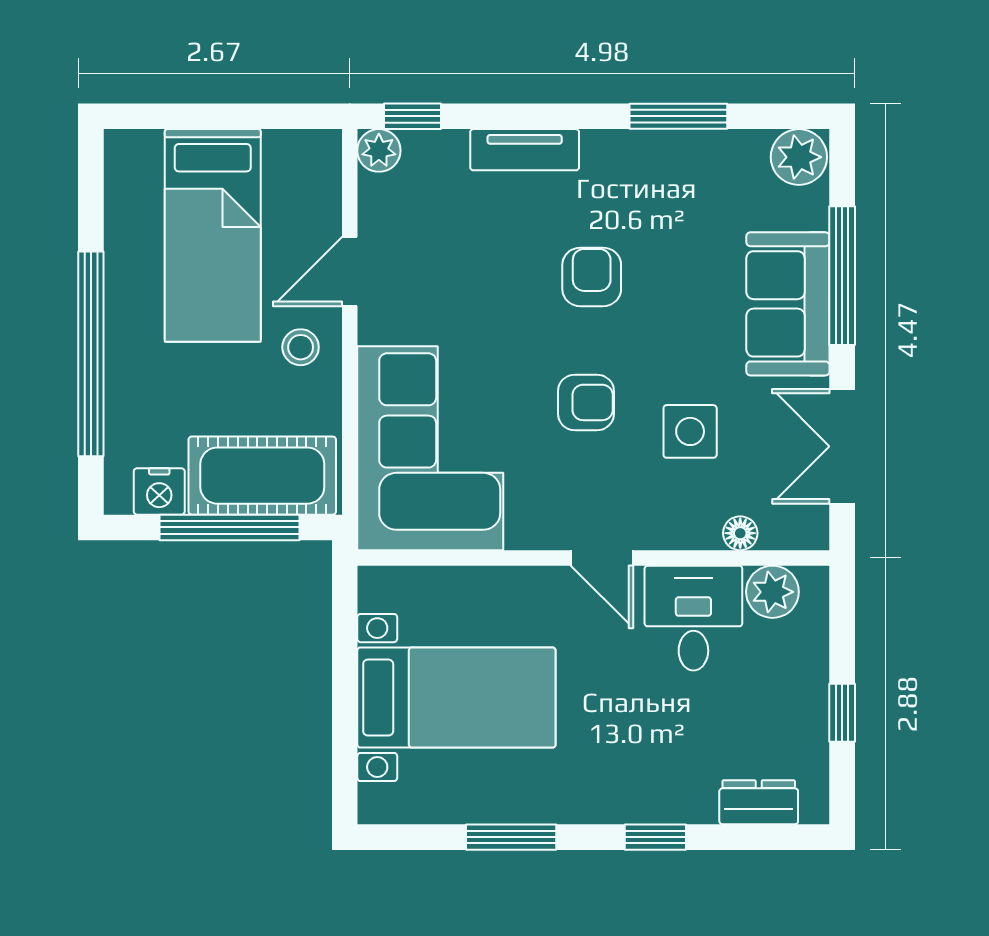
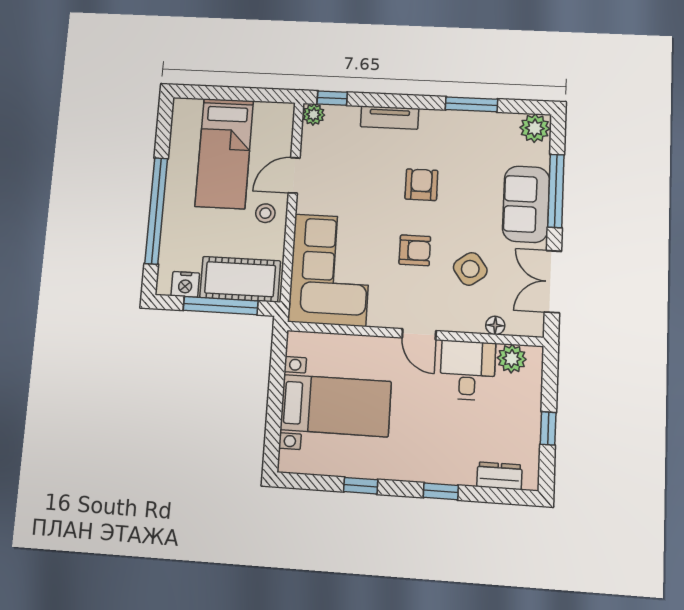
side table: (690, 431) -> (470, 269), turned -36
window: (511, 837) -> (361, 486), width x0.67

